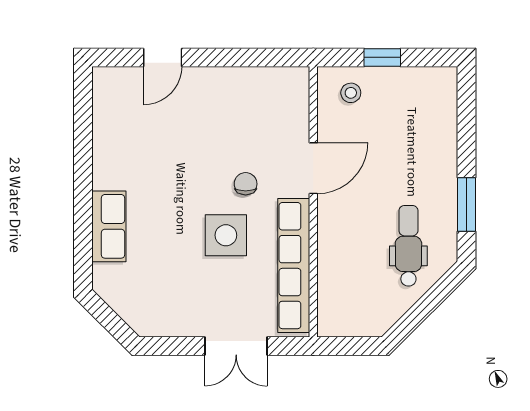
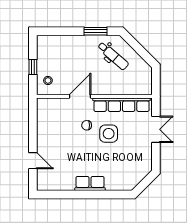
door: (313, 168) -> (80, 96), hinge flipped
row of seats: (109, 226) -> (90, 183), moved
dental chair: (408, 246) -> (113, 56), turned -139

